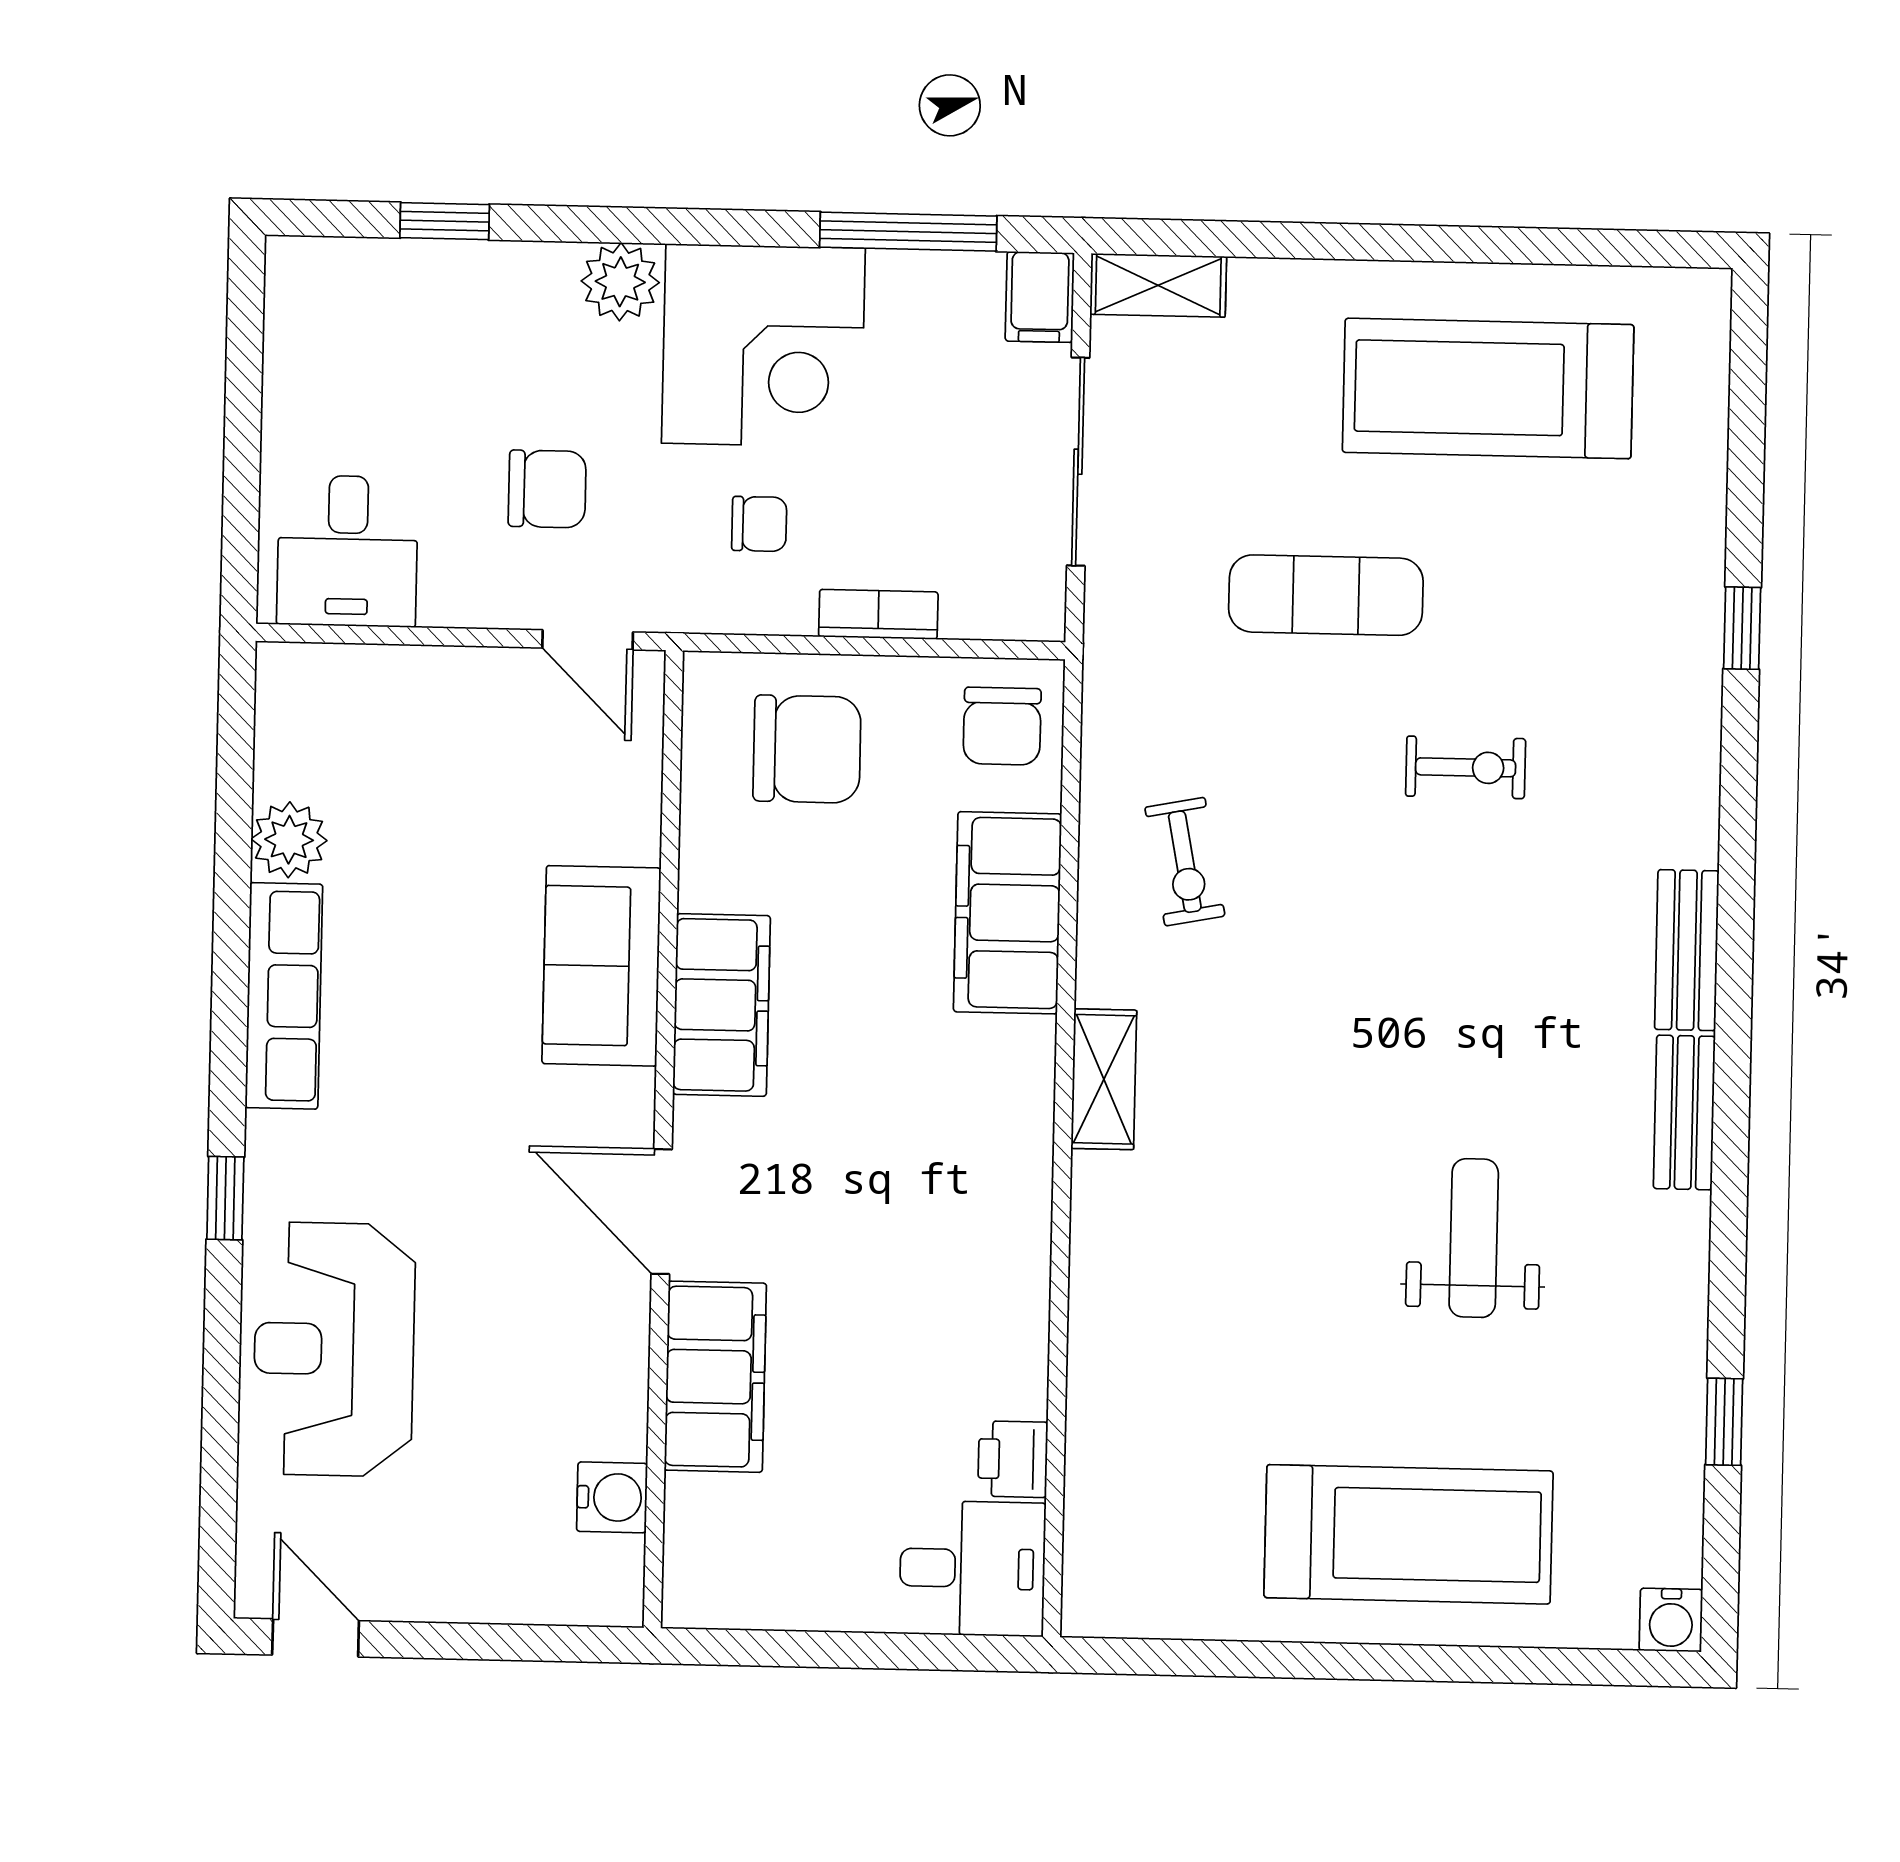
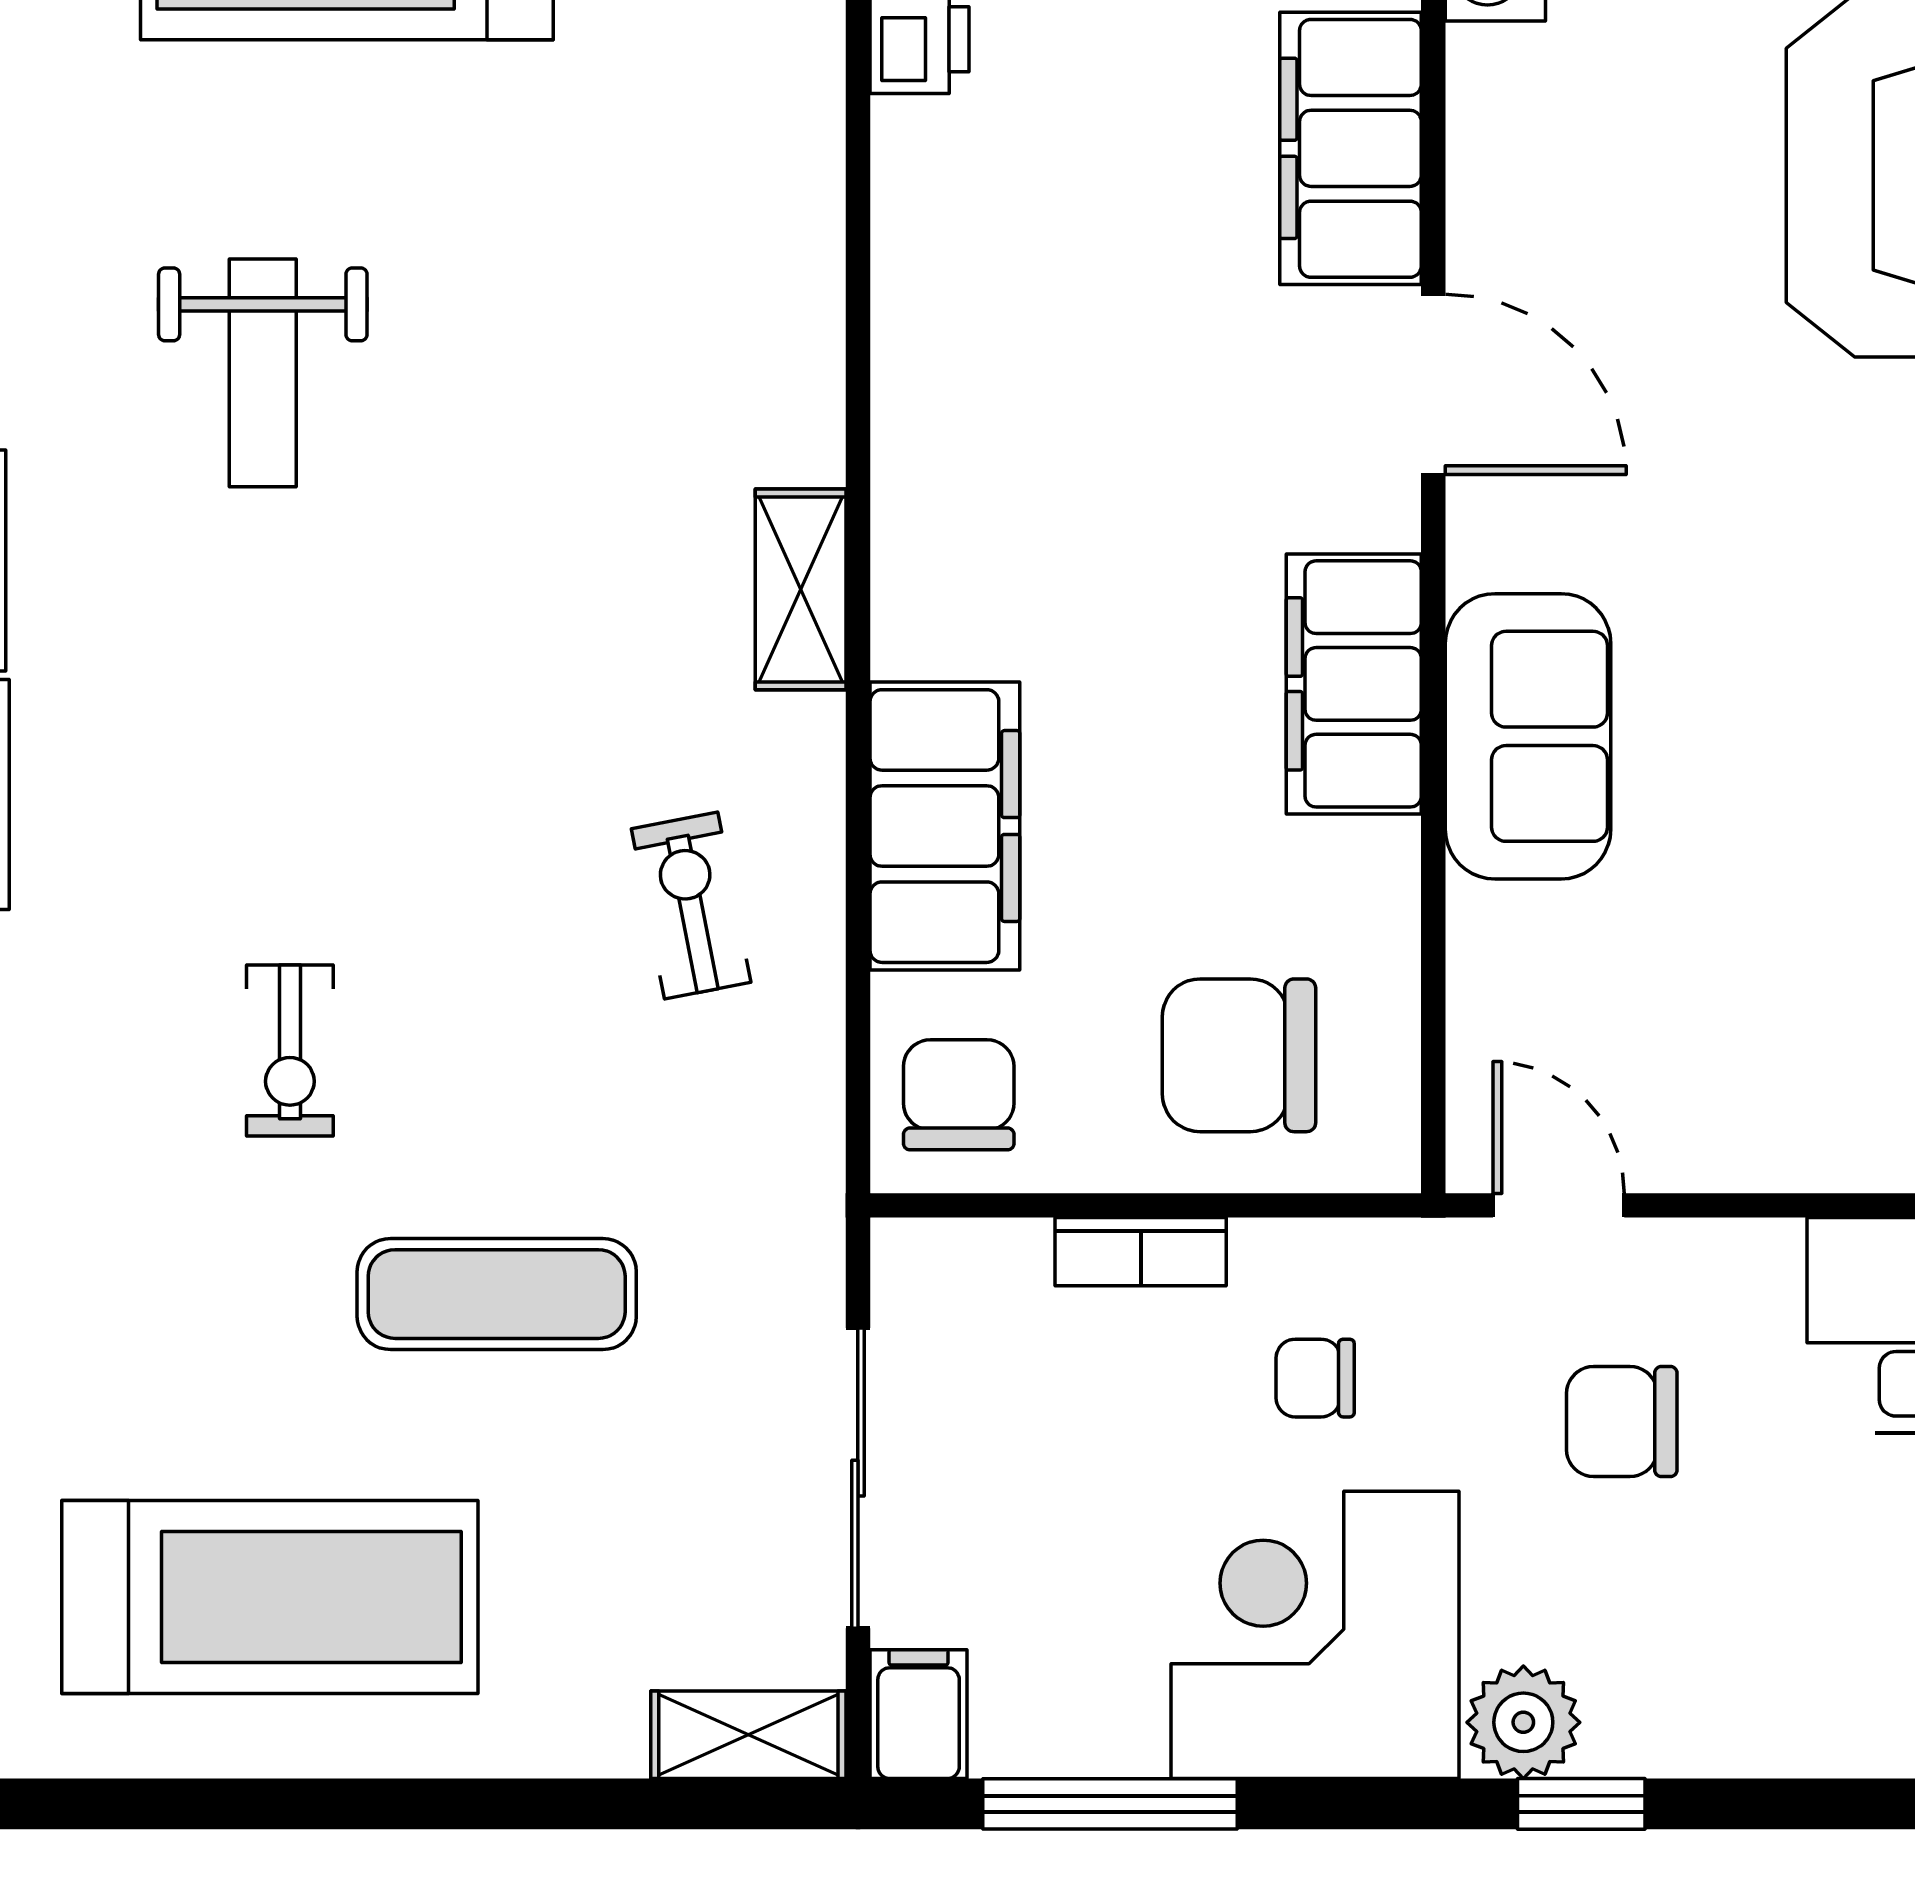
window: (445, 221) -> (1581, 1804), moved
exercise bike: (1466, 767) -> (290, 1050), turned -90

